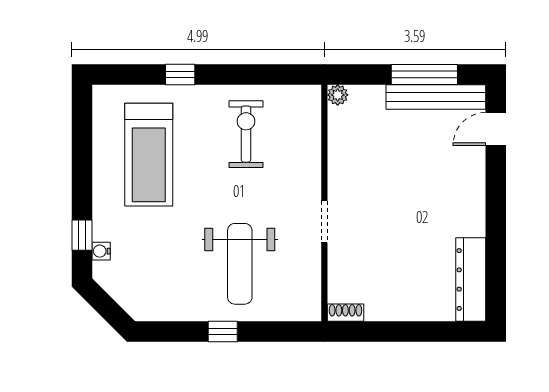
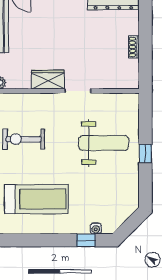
wardrobe: (343, 173) -> (48, 79), added
shoe rack: (345, 313) -> (134, 47), moved

